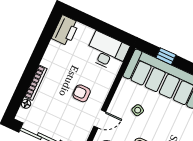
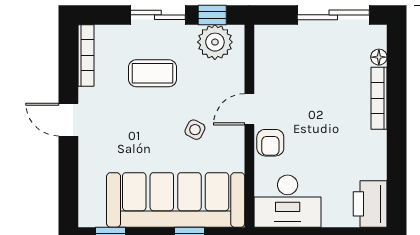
armchair: (82, 93) -> (270, 143), moved, turned 90
door: (100, 119) -> (249, 109), moved

